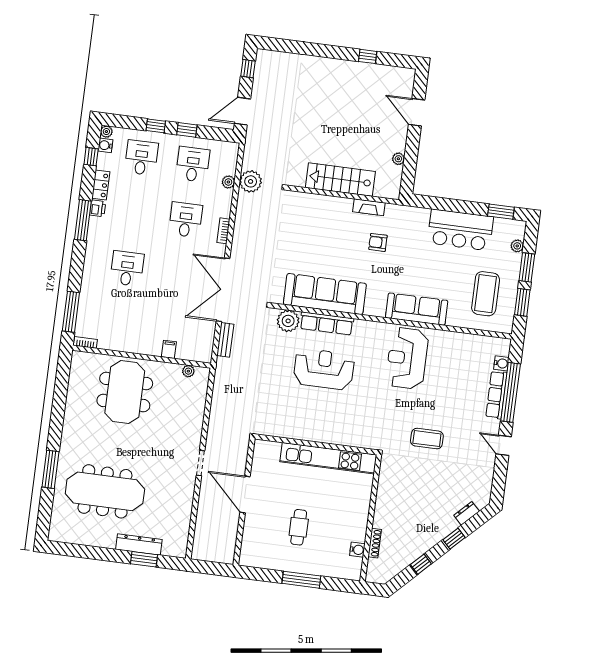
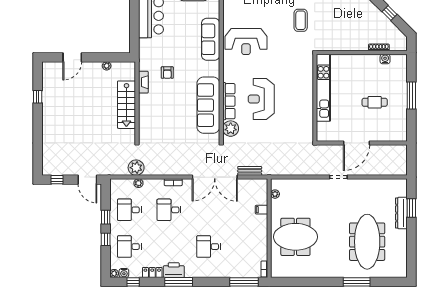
printer: (98, 208) -> (174, 270), width x1.87, depth x1.48

